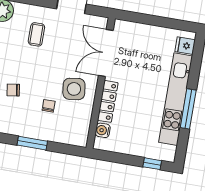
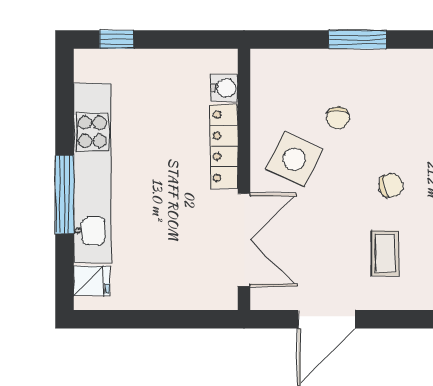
side table: (74, 89) -> (294, 159), turned 34
chair: (13, 90) -> (391, 185), moved
window: (188, 109) -> (65, 194), moved

